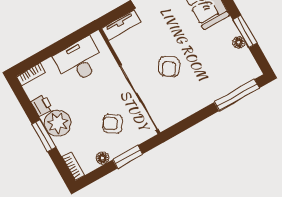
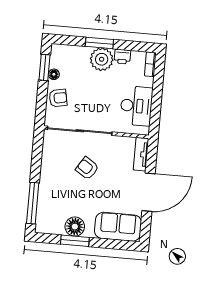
floor lamp: (239, 42) -> (75, 227), width x1.89, depth x1.89
armchair: (113, 124) -> (58, 98), moved, turned 44
window: (128, 157) -> (45, 67), moved
bookcase: (73, 166) -> (63, 49), removed

